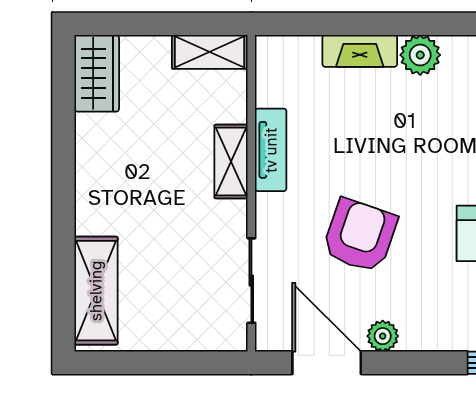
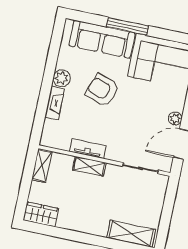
armchair: (360, 236) -> (102, 90), moved

